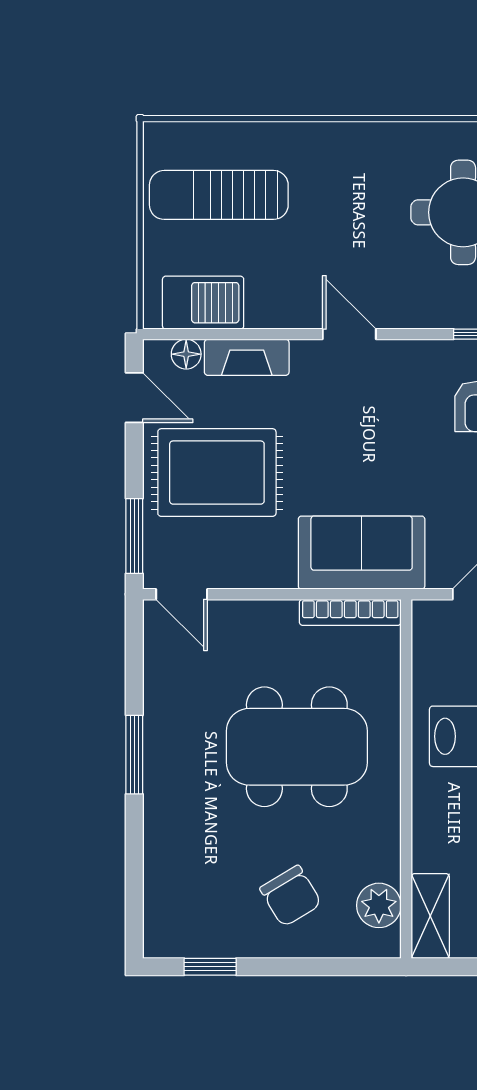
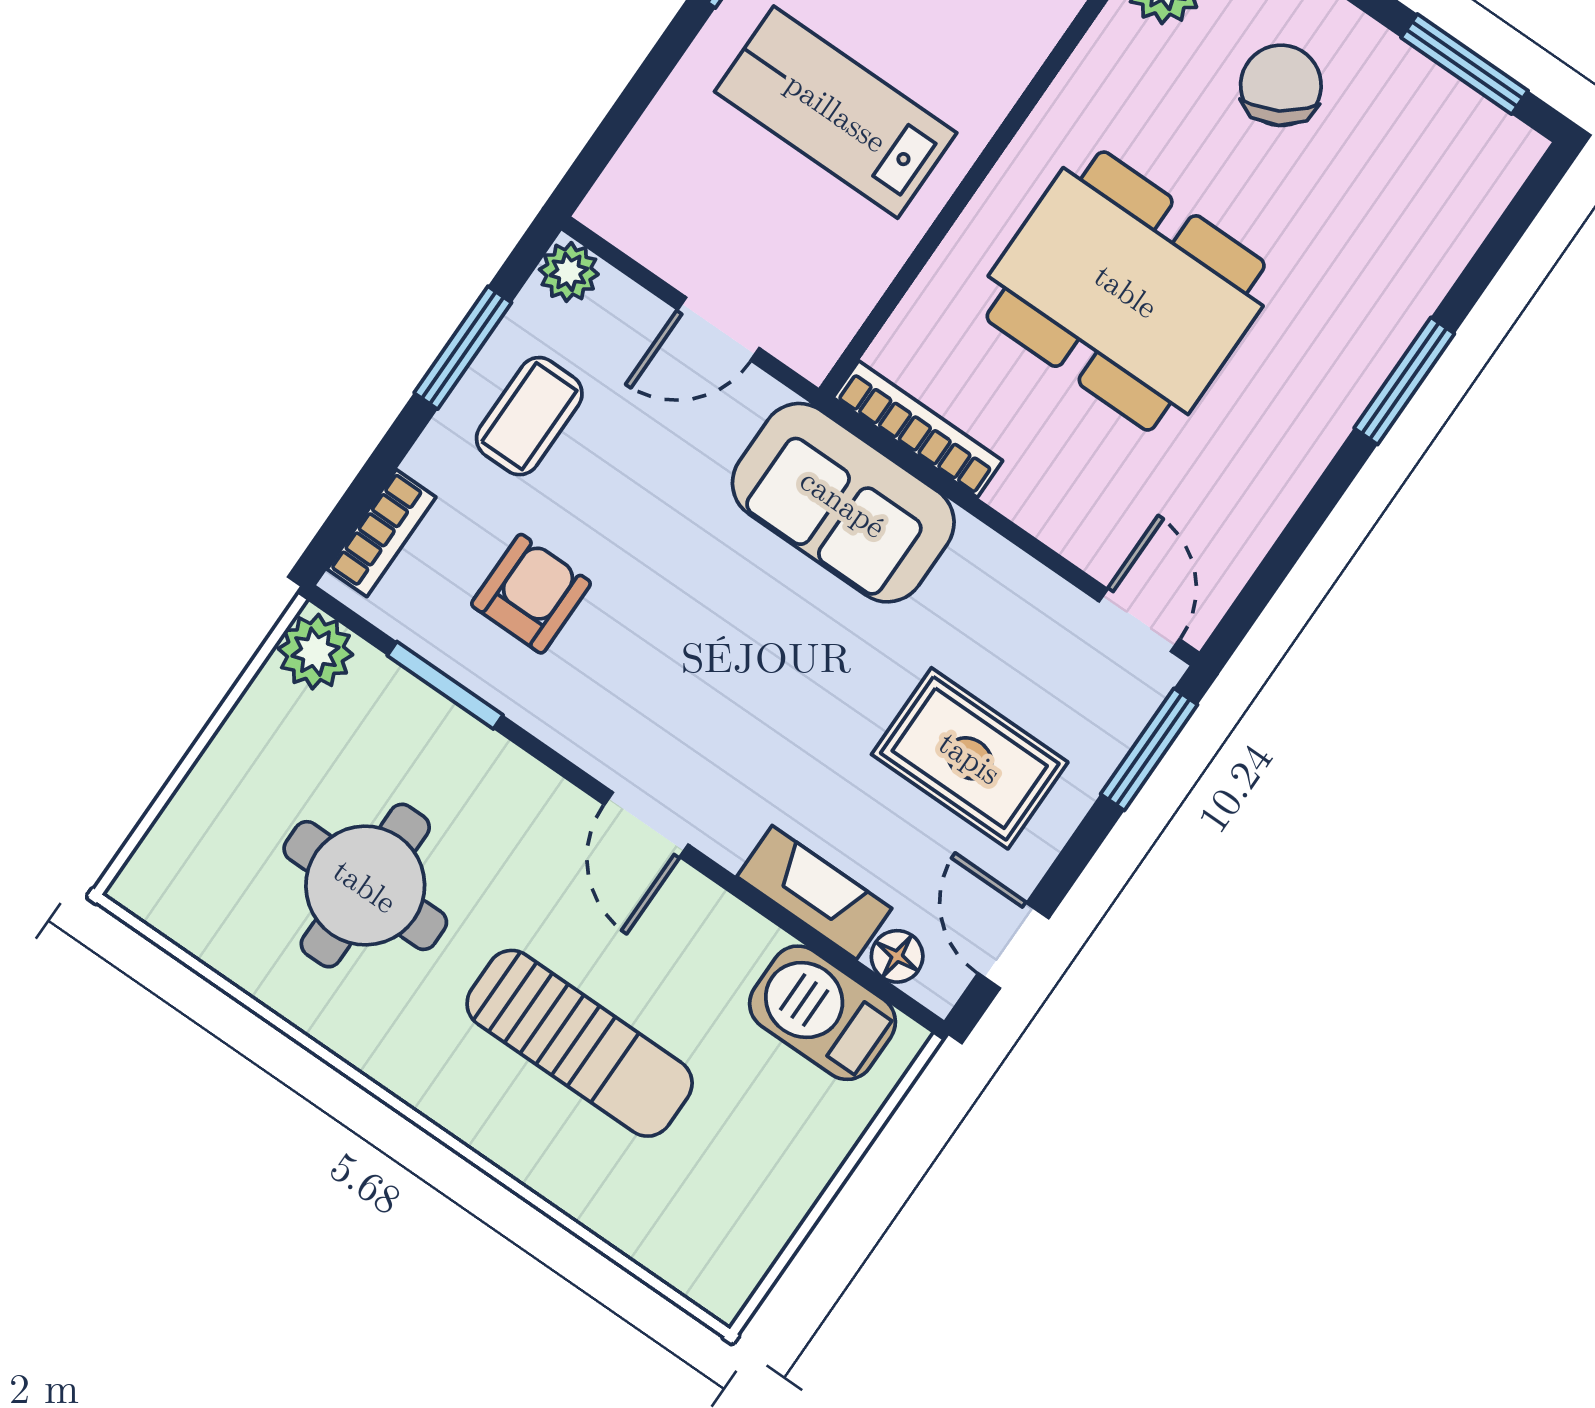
sun lounger: (219, 195) -> (580, 1043), moved
rug: (217, 473) -> (970, 758), width x0.73, depth x0.70
window: (134, 755) -> (1404, 381), moved
window: (210, 967) -> (1465, 64), width x1.50

